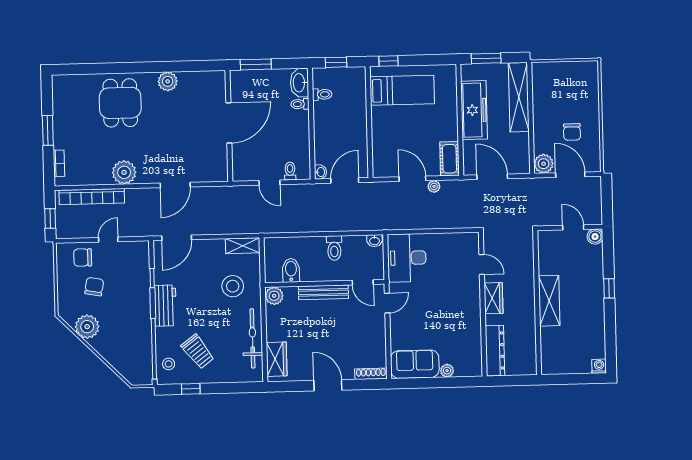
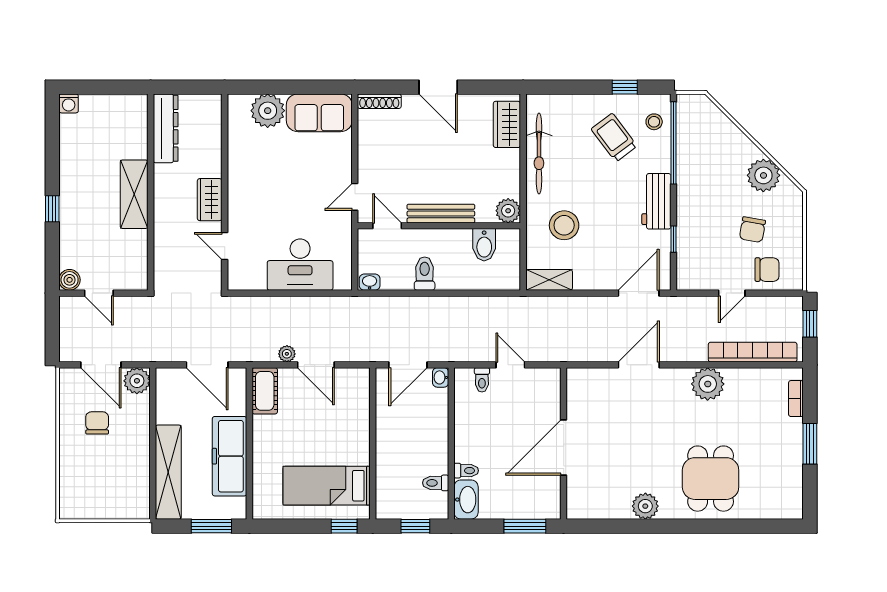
desk: (407, 258) -> (300, 265), moved, turned 90
dresser: (495, 351) -> (166, 128), moved, turned 180
plant: (447, 371) -> (268, 111), width x1.88, depth x1.88

